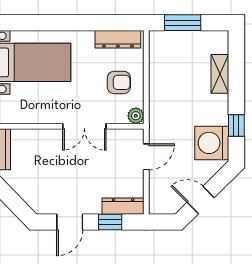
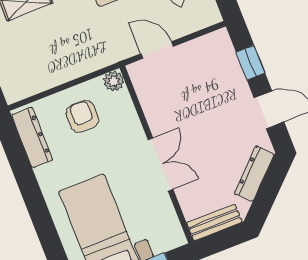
double door: (84, 126) -> (161, 164), moved
dresser: (123, 206) -> (254, 174), moved, turned 46

